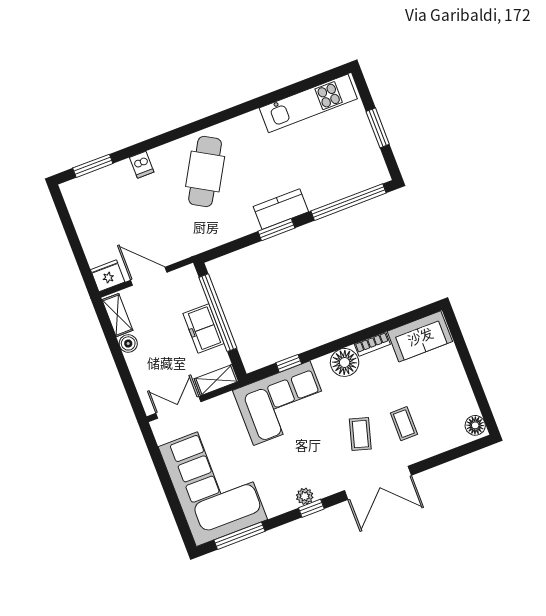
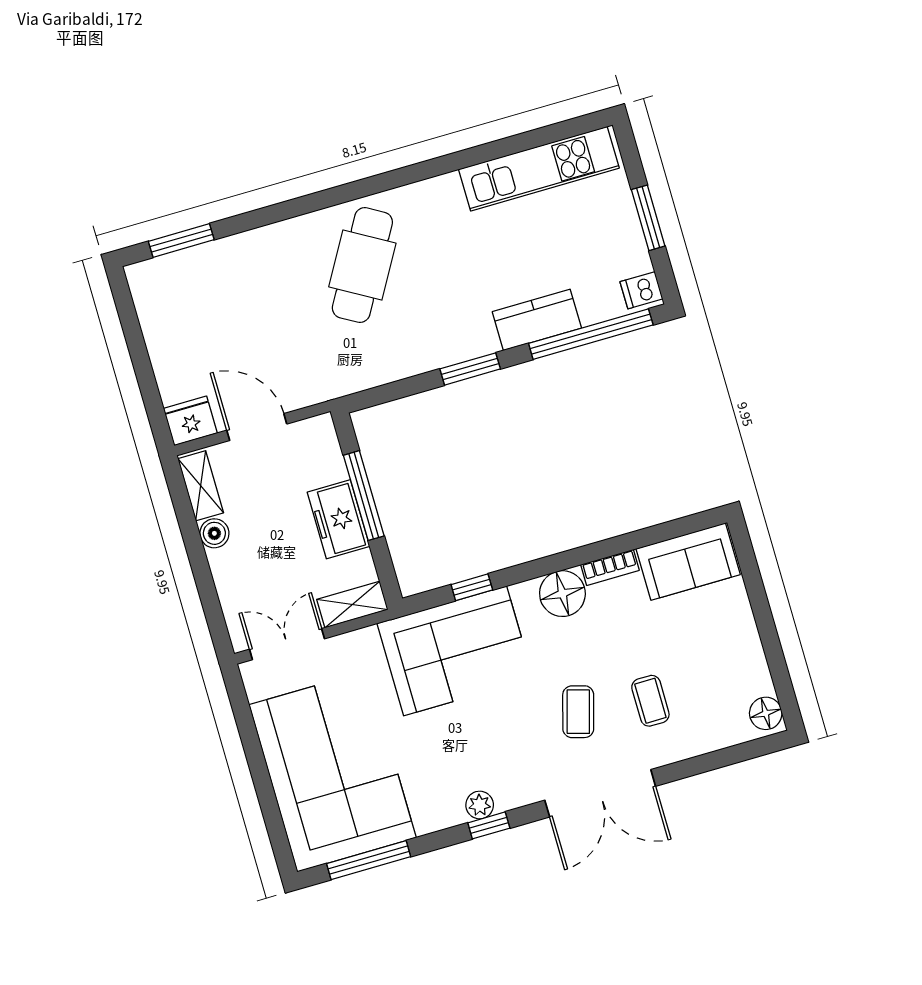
dishwasher: (142, 165) -> (641, 290), moved, turned 90
kitchen counter: (281, 209) -> (537, 320), moved
window: (218, 313) -> (364, 496), width x0.68

